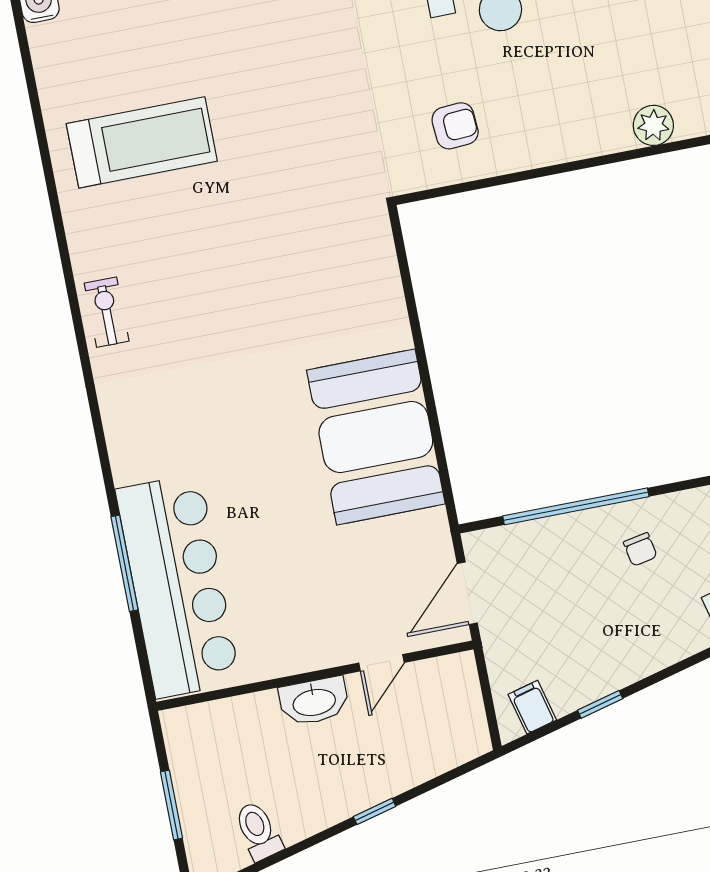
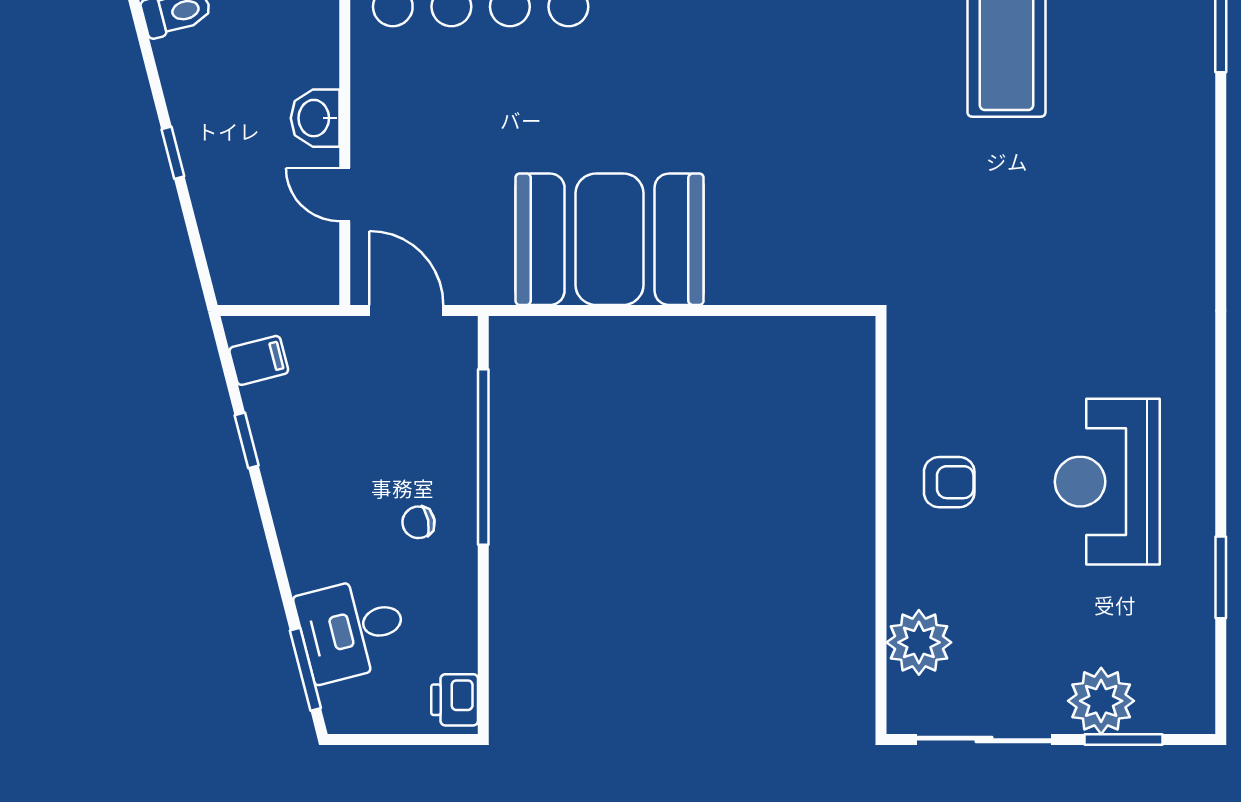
plant: (653, 125) -> (919, 642), width x1.36, depth x1.36
armchair: (455, 126) -> (949, 482), moved, turned -86
washbasin: (314, 701) -> (315, 118), width x0.72

